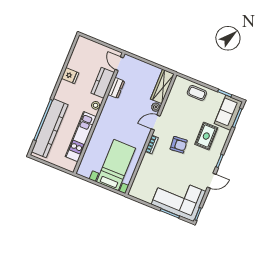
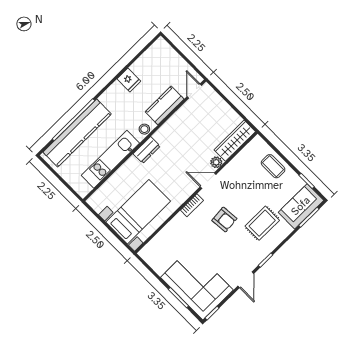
dresser: (116, 88) -> (147, 150), moved
door: (212, 181) -> (246, 280), hinge flipped

